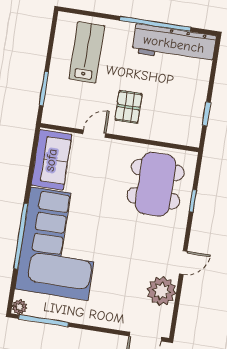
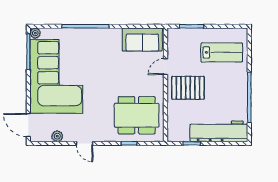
workbench: (174, 44) -> (219, 131), moved, turned 90
pallet: (129, 107) -> (188, 88), width x1.50, depth x1.42
door: (94, 134) -> (165, 67), swing flipped
corner sofa: (59, 244) -> (56, 76), moved, turned -90
plant: (162, 291) -> (57, 136), width x0.53, depth x0.53

